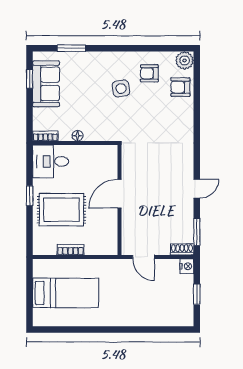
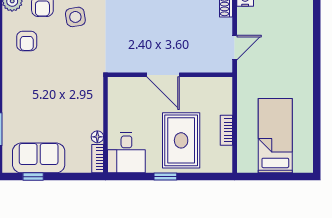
side table: (121, 88) -> (75, 17), moved
floor lamp: (78, 136) -> (97, 137), moved

